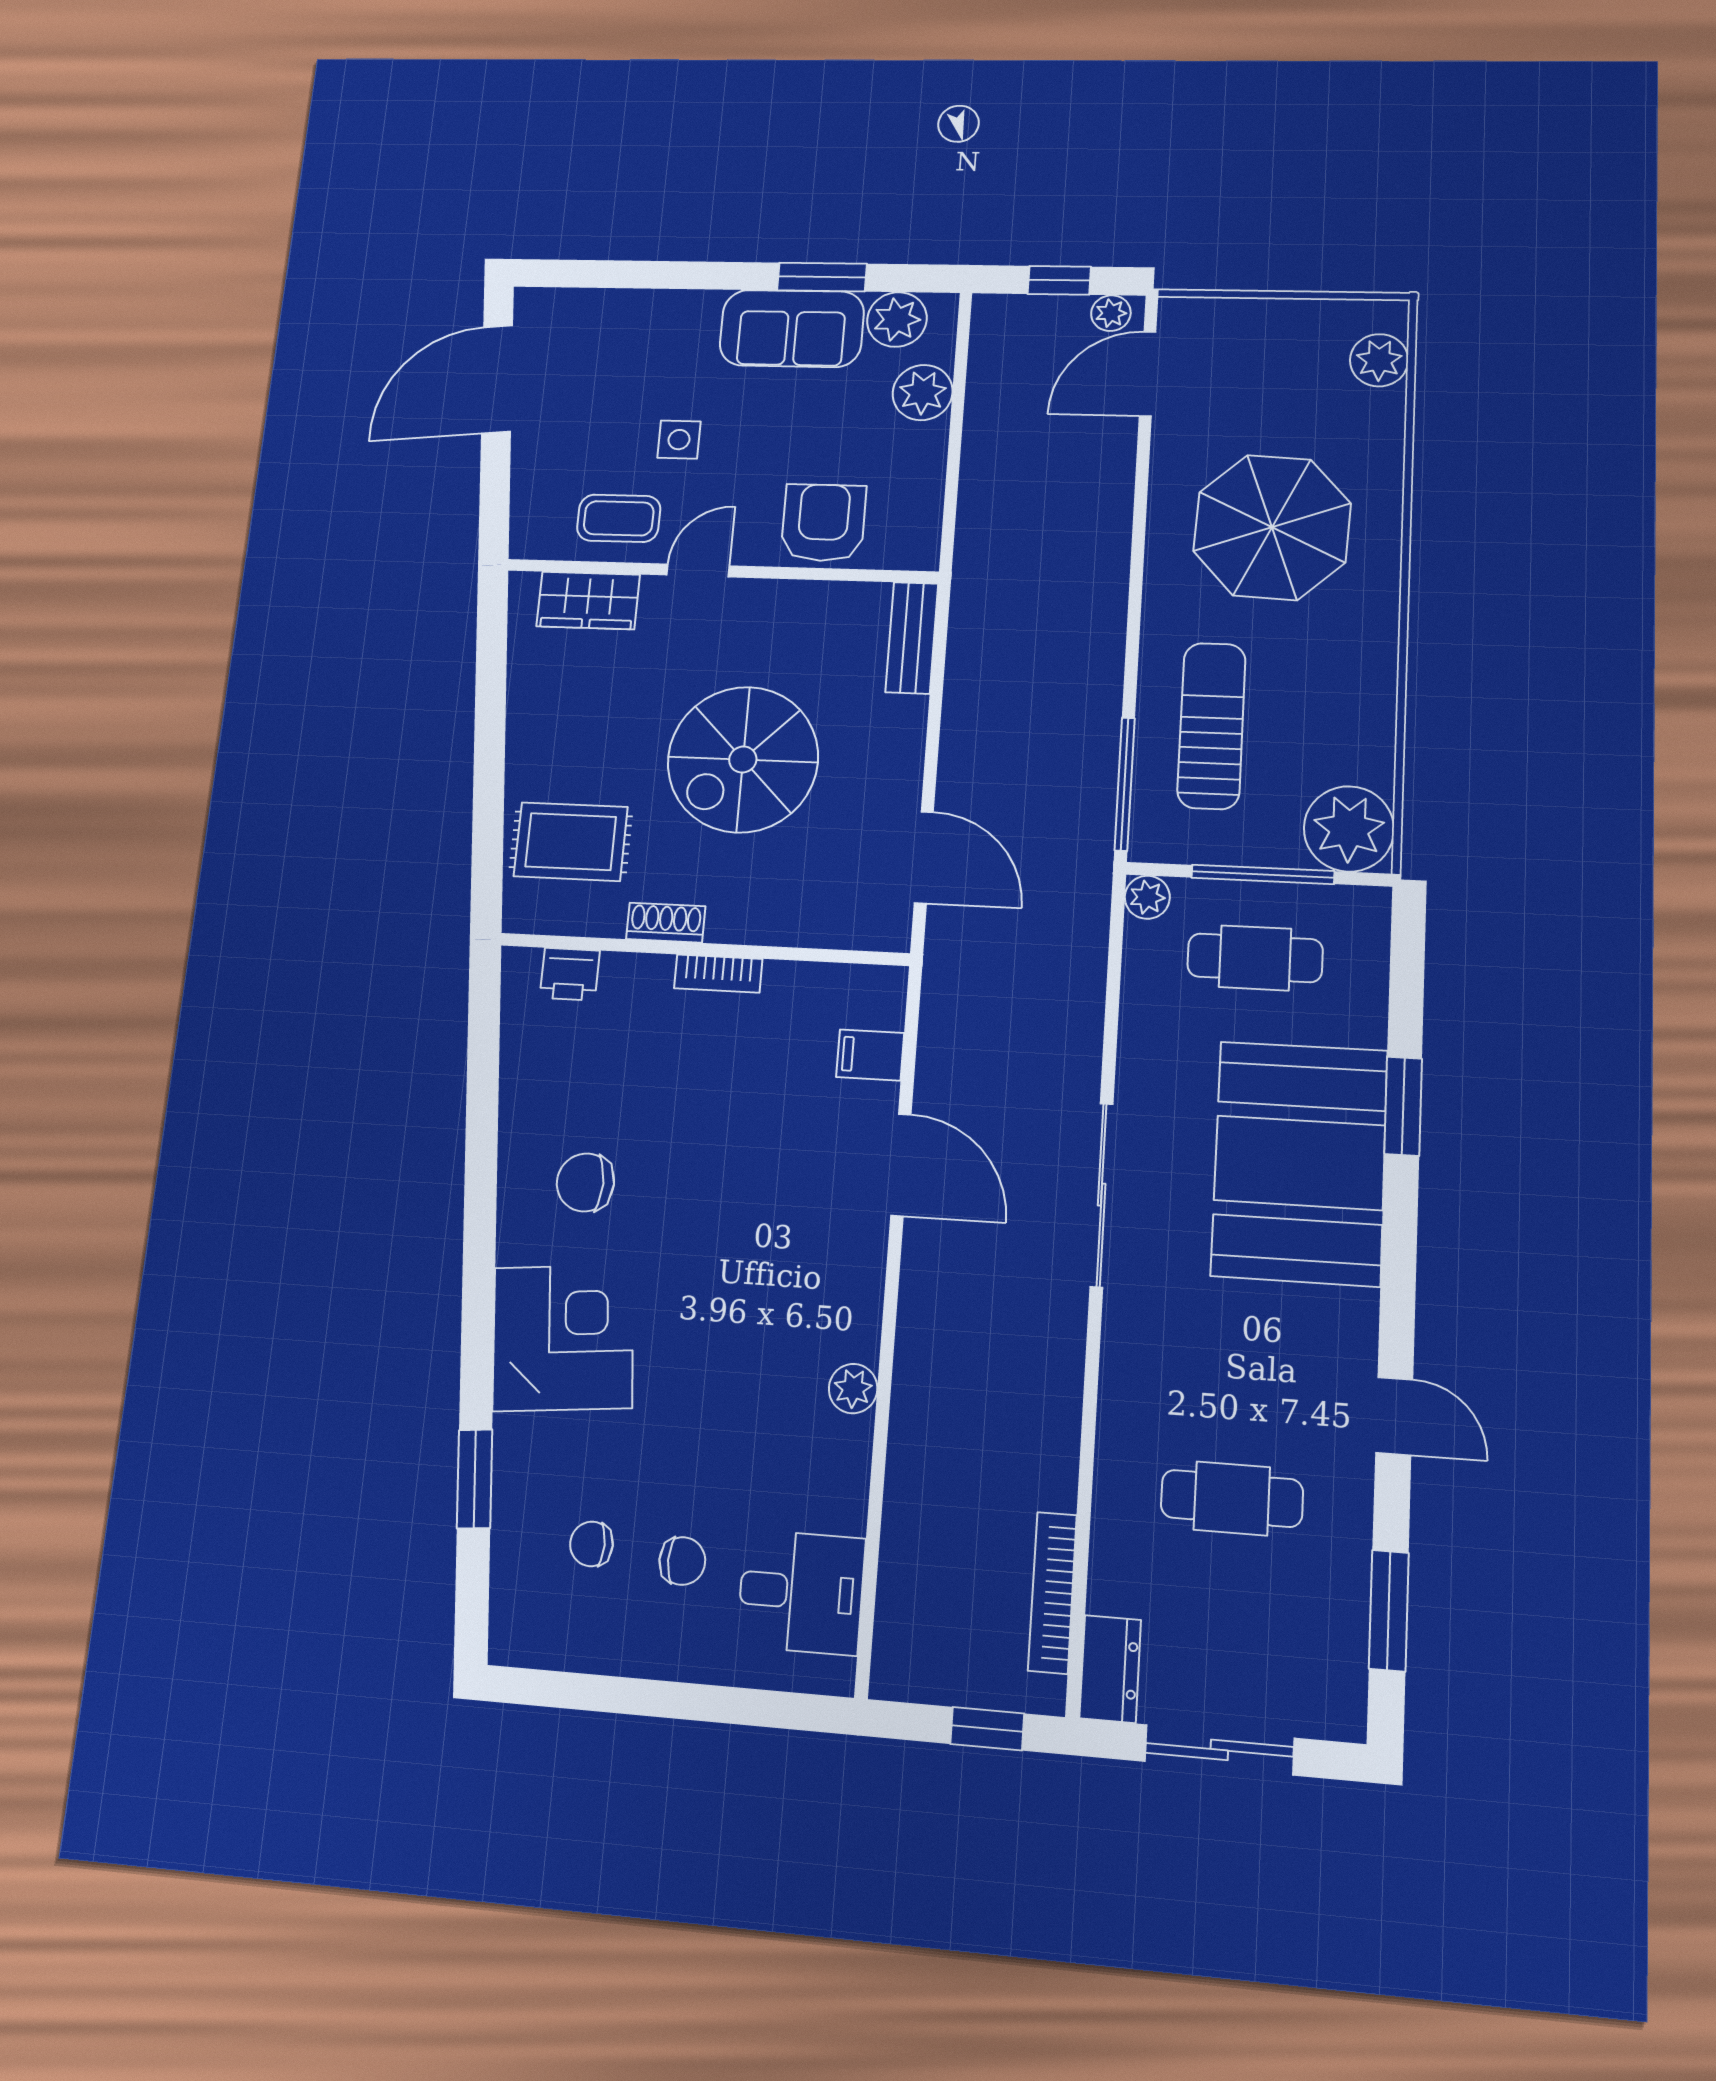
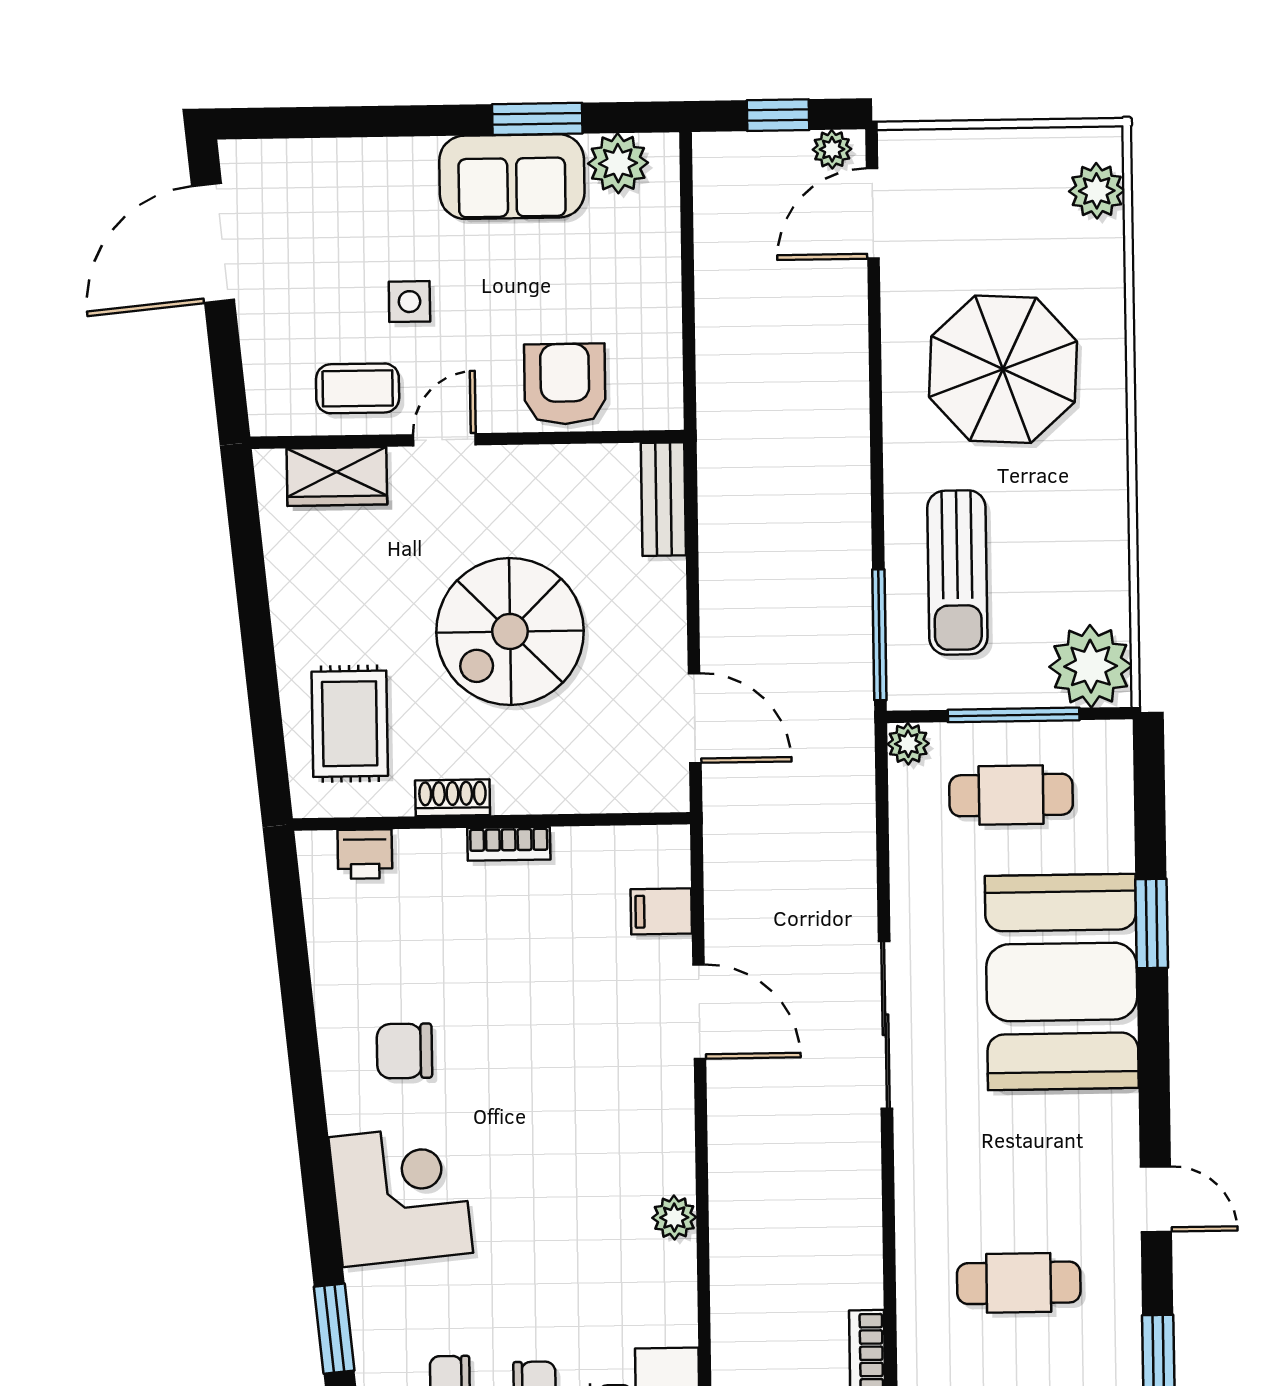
plant: (923, 393) -> (651, 241), removed
sun lounger: (1211, 726) -> (957, 573), turned 180
rug: (571, 842) -> (350, 724), turned 90

